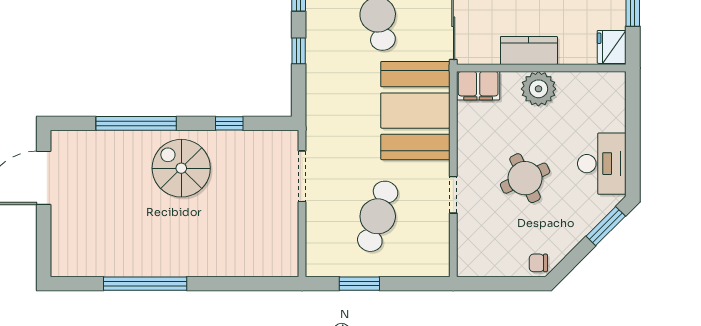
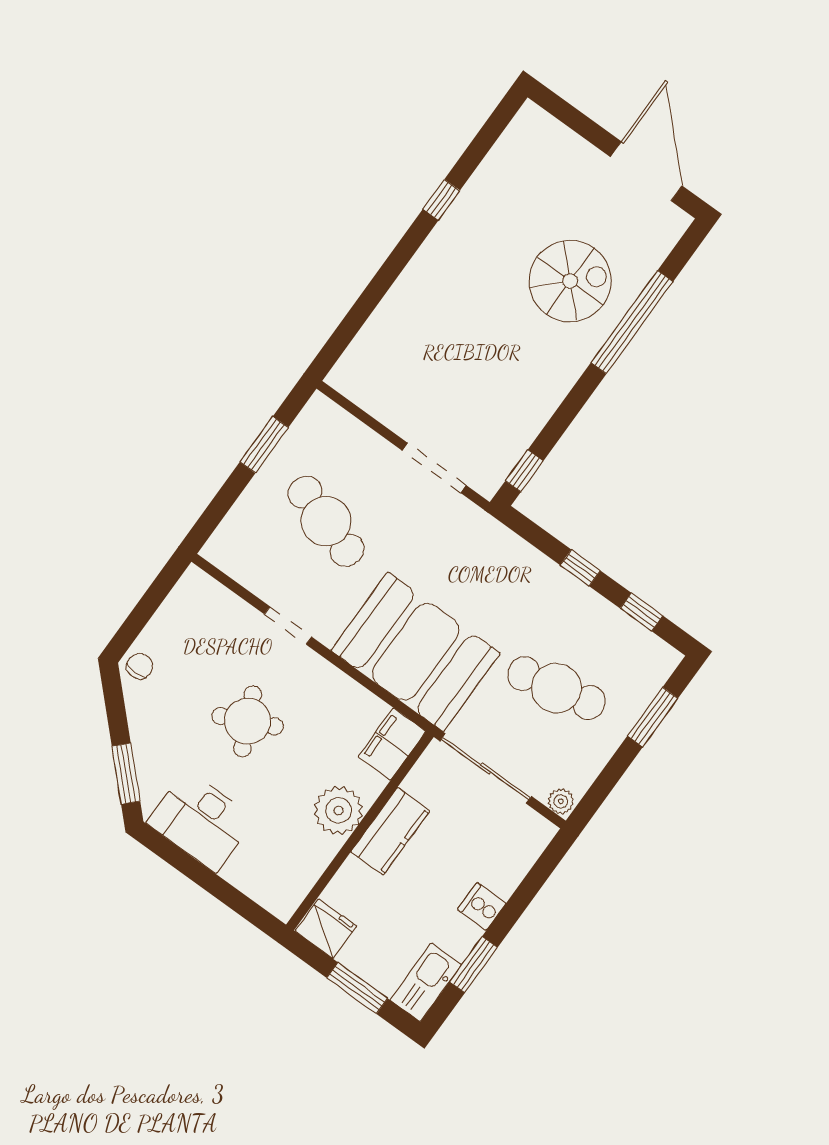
window: (229, 123) -> (524, 471), moved
spiral stairs: (181, 168) -> (570, 281), moved
window: (145, 284) -> (441, 200), width x0.32

